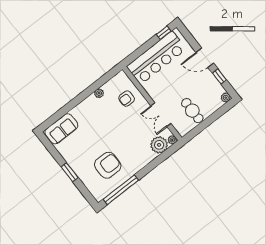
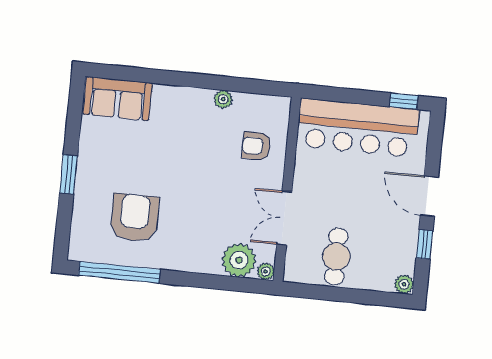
armchair: (108, 165) -> (135, 218), turned -90

